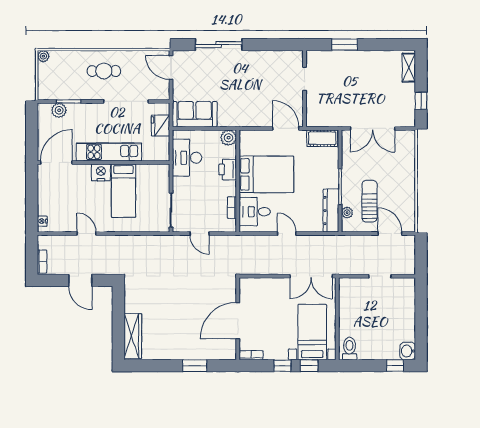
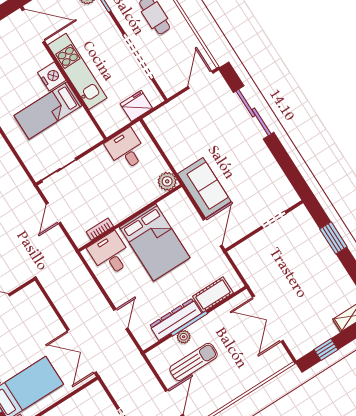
sofa: (195, 114) -> (204, 188), moved
cot: (322, 138) -> (213, 295), moved, turned 90
desk: (187, 158) -> (126, 150), width x0.73
printer: (228, 169) -> (135, 201), removed
dresser: (331, 211) -> (176, 319), moved
plant: (347, 213) -> (184, 337), moved
door: (287, 234) -> (121, 319), moved

